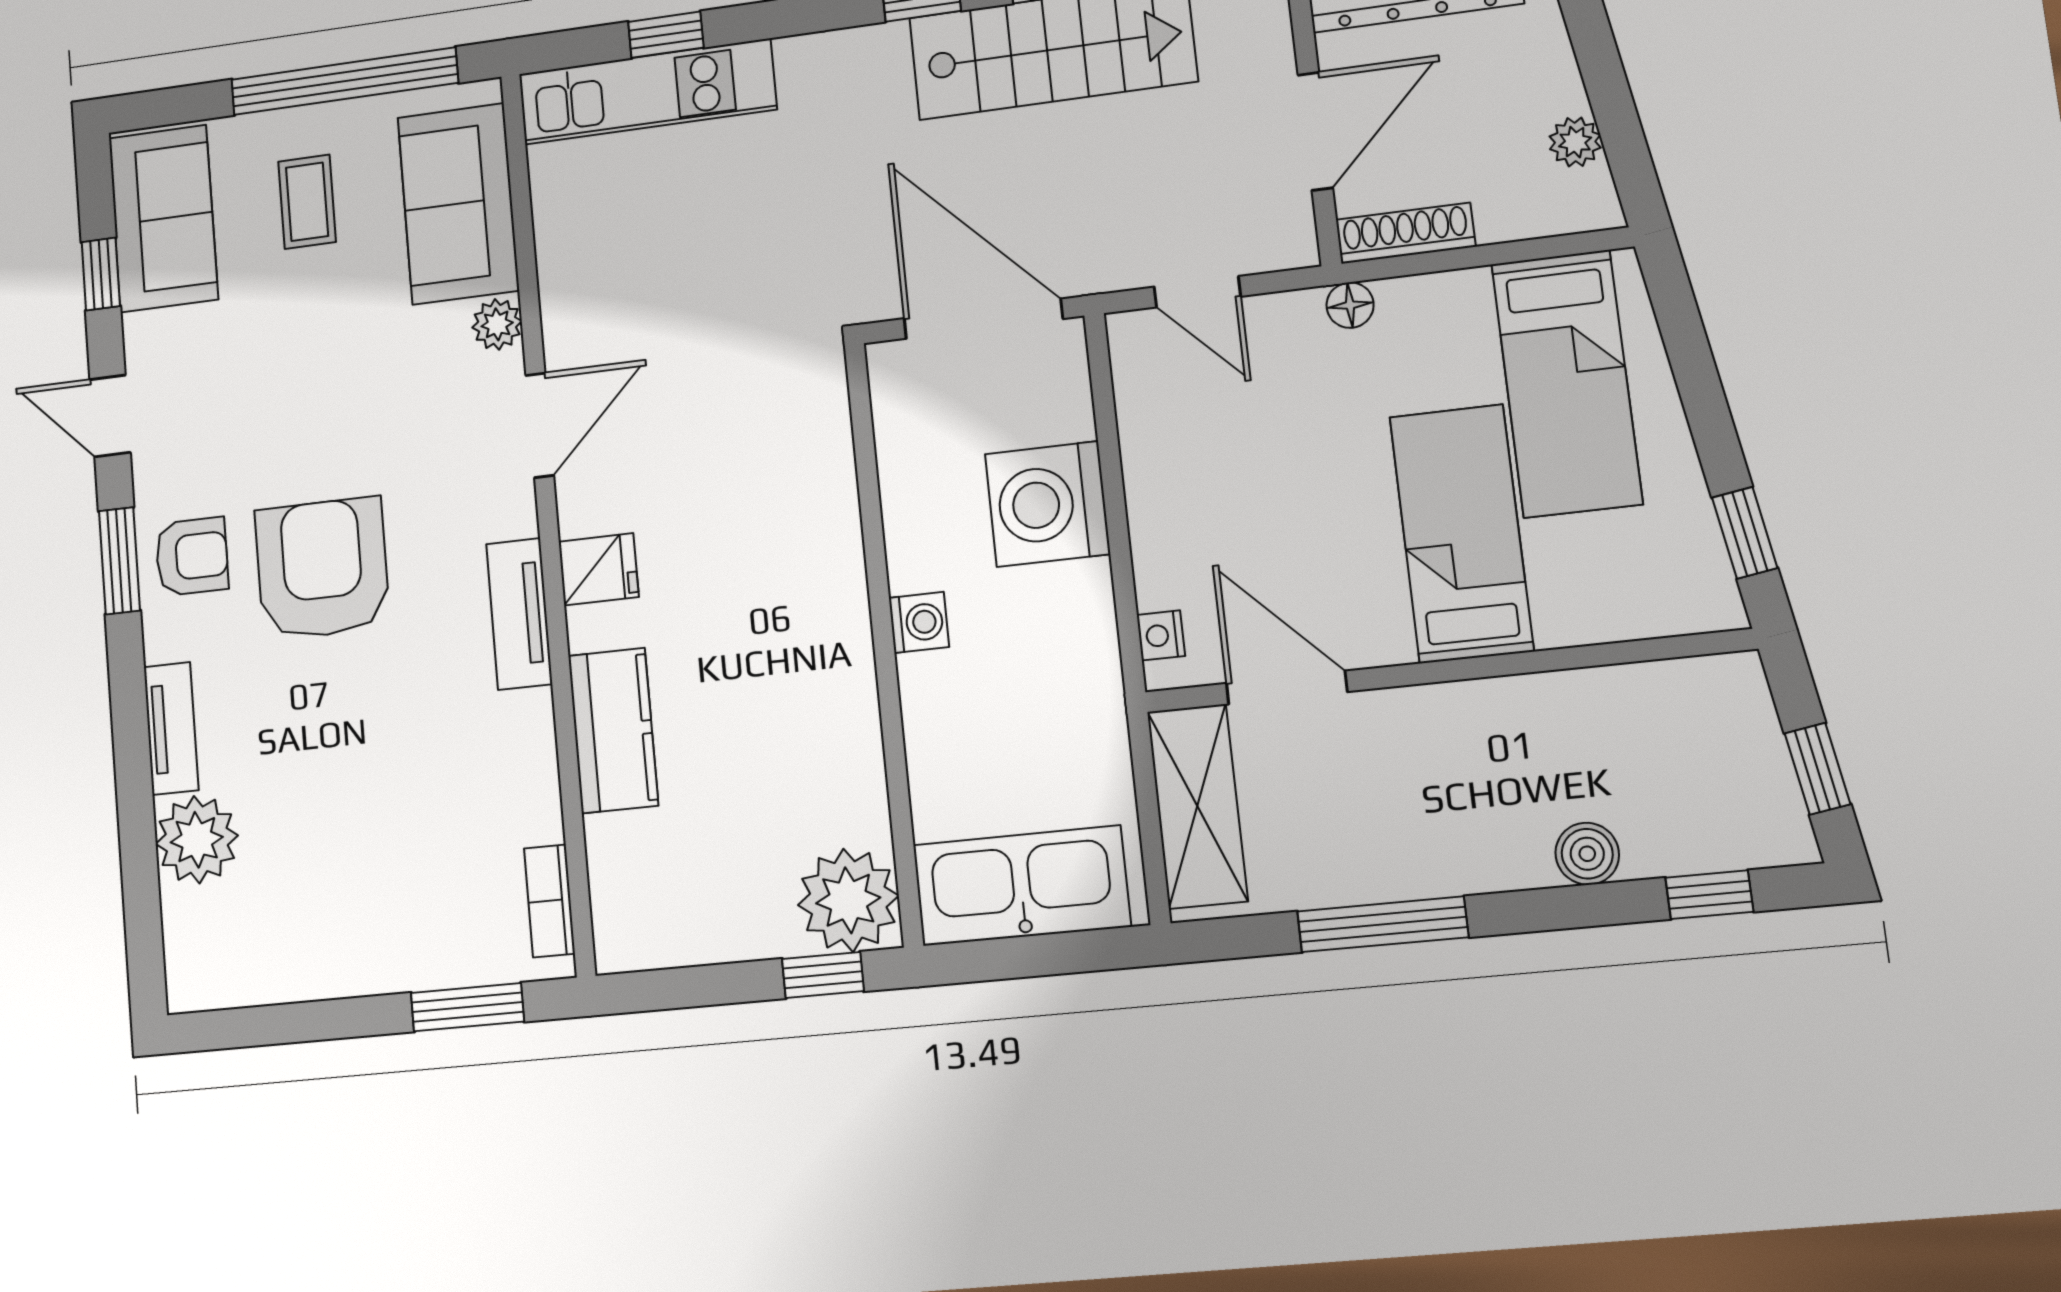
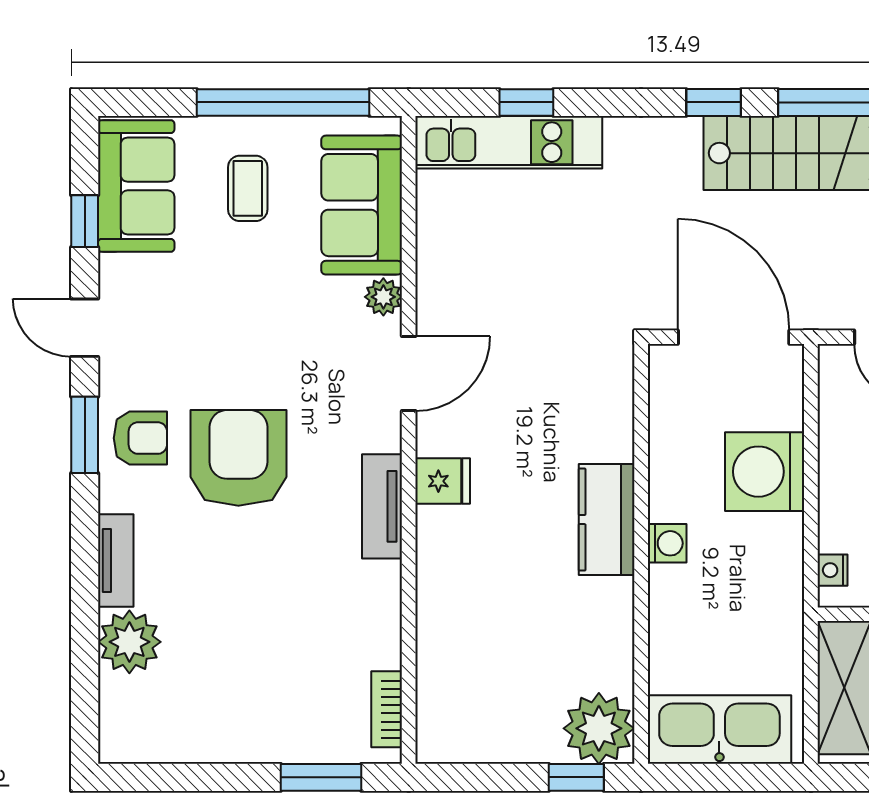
kitchen counter: (613, 730) -> (607, 520), moved, turned 180

